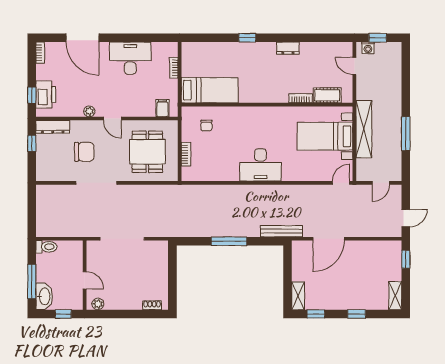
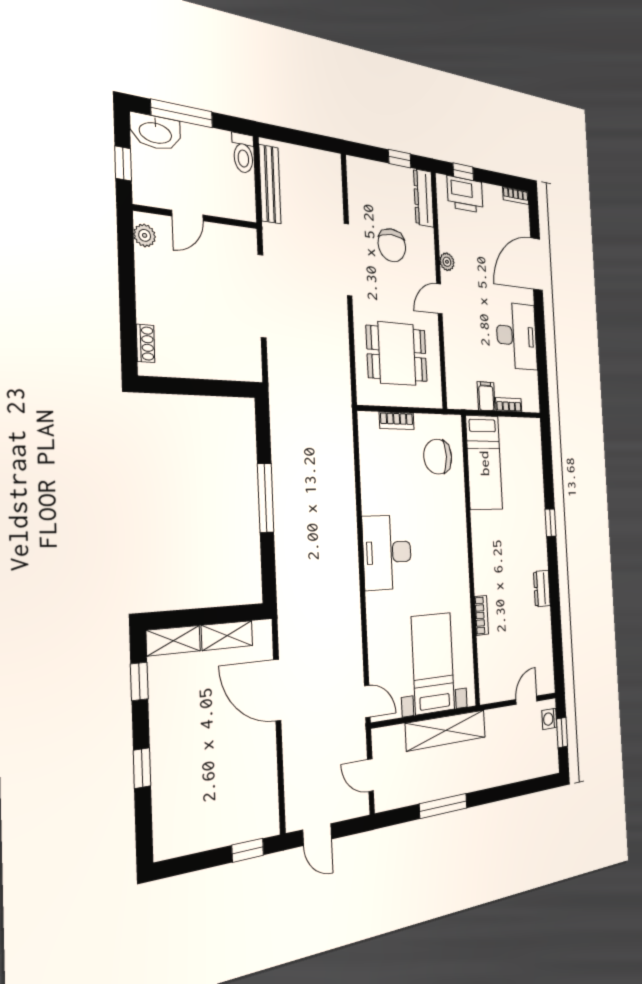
cot: (327, 95) -> (487, 660), removed
filing cabinet: (162, 108) -> (486, 396), moved, turned -90
chair: (206, 126) -> (438, 457), width x1.87, depth x1.87
bench: (281, 231) -> (270, 184), moved
shelving: (395, 296) -> (227, 636), moved

